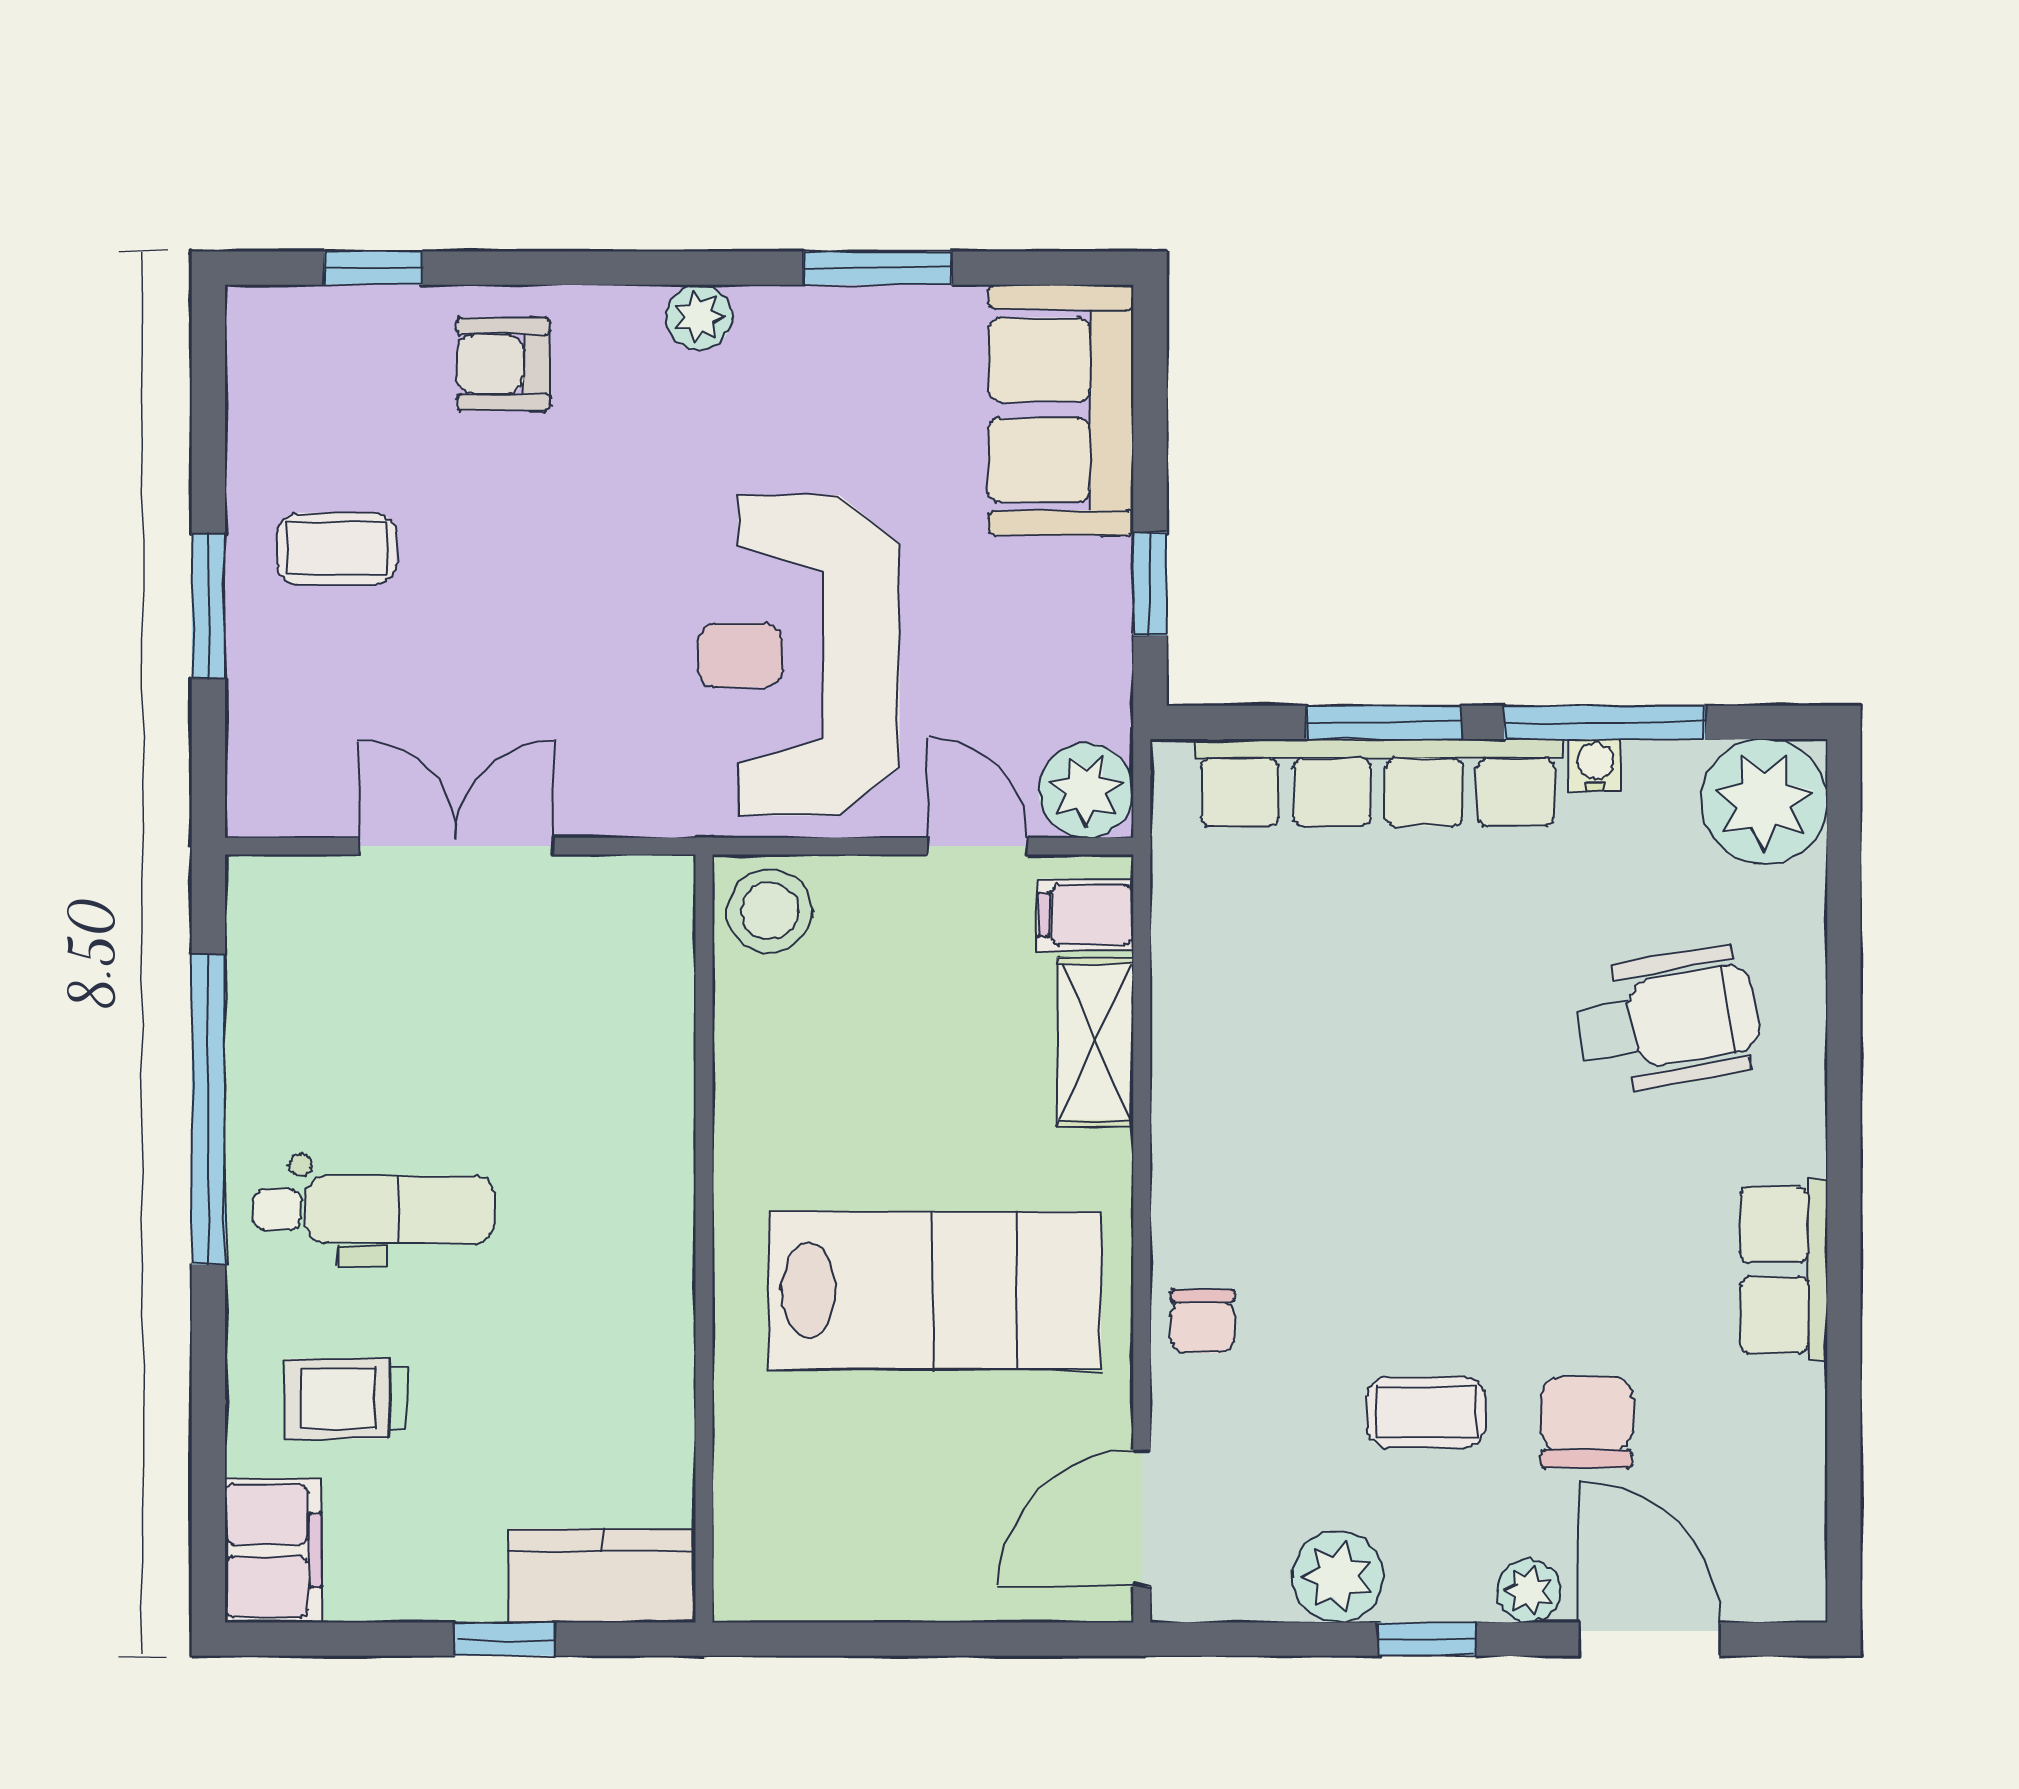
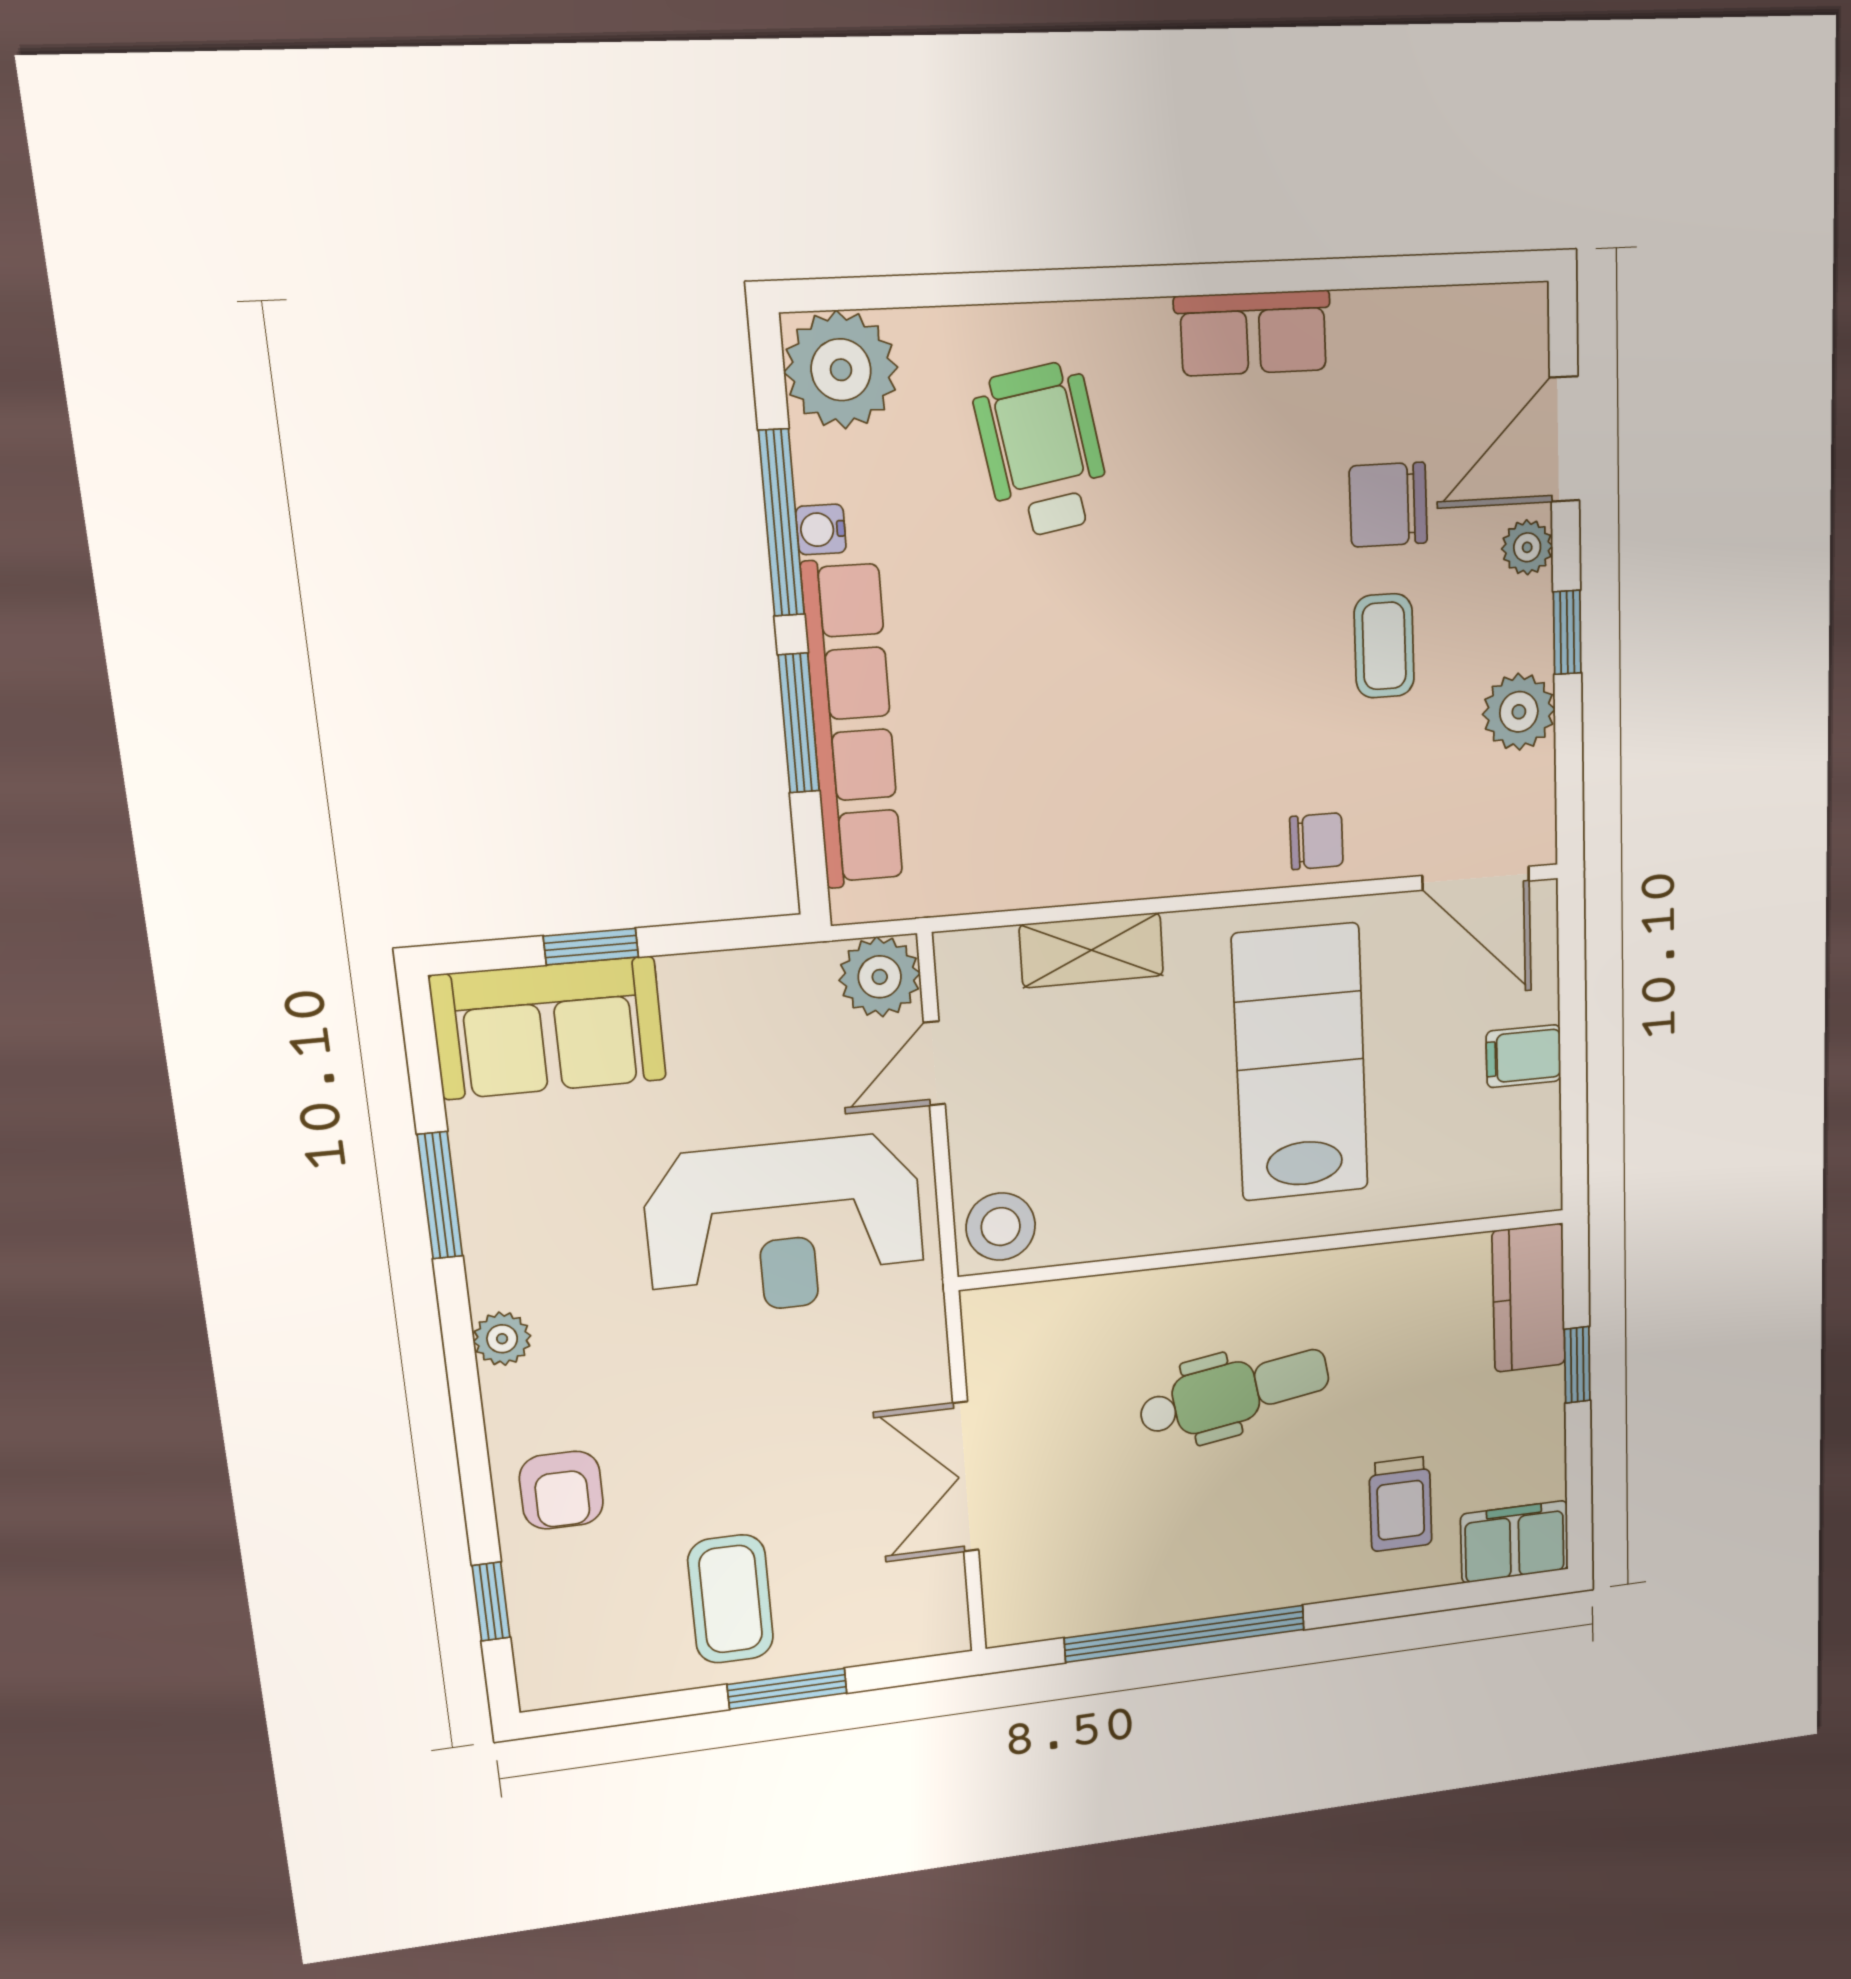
coffee table: (336, 549) -> (731, 1599), width x1.36, depth x1.30
window: (1150, 584) -> (591, 947), moved
filing cabinet: (1086, 915) -> (1524, 1056), moved, turned 90
dental chair: (373, 1210) -> (1235, 1393), moved, turned 81

